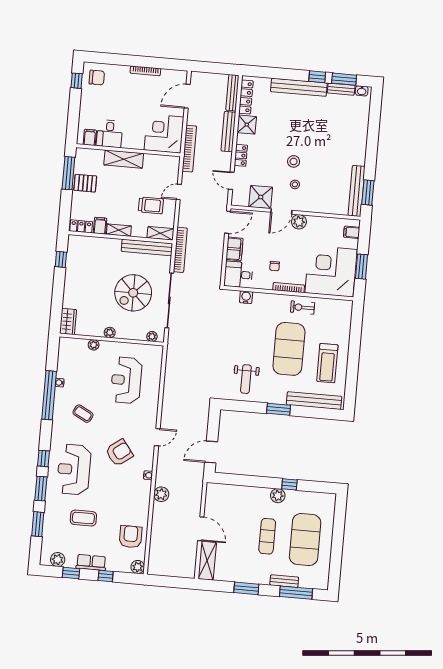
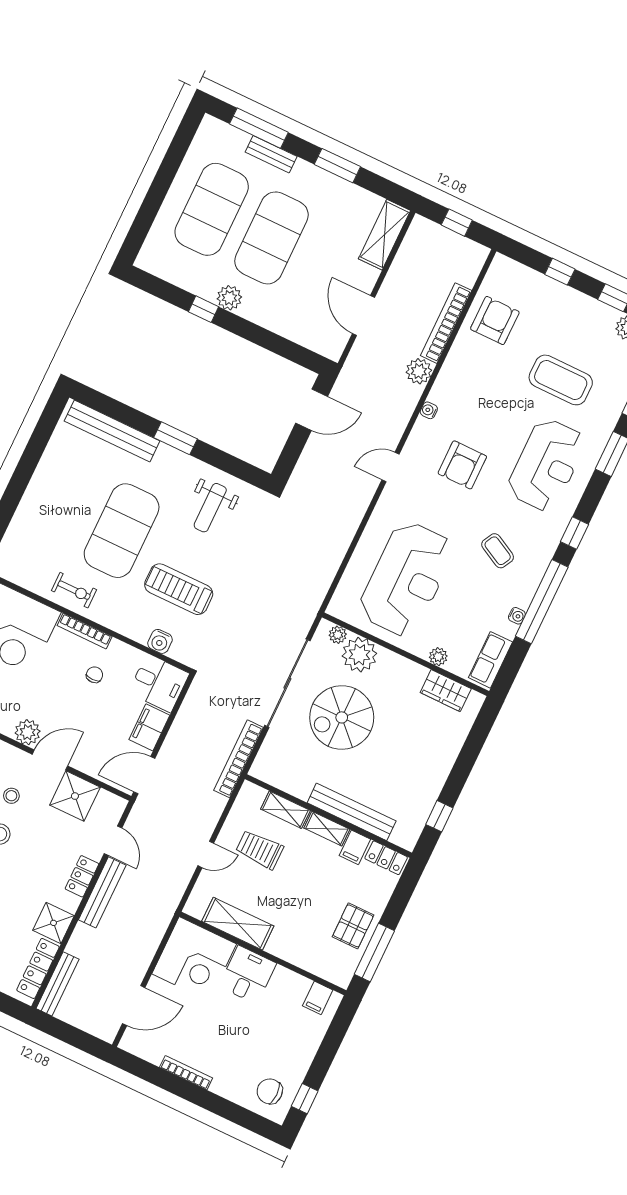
bench: (228, 132) -> (102, 892), moved
desk: (109, 134) -> (248, 975), moved
bookcase: (189, 149) -> (446, 323), moved
shelving: (124, 159) -> (238, 924), moved
pallet: (85, 183) -> (353, 926), turned 90
shelving: (160, 233) -> (285, 810), moved
bench: (147, 247) -> (352, 812), moved
spiral stairs: (133, 293) -> (342, 717), turned 180
wardrobe: (68, 321) -> (446, 691), moved, turned -90
plant: (110, 332) -> (359, 655), moved, width x1.87, depth x1.87
treadmill: (327, 363) -> (179, 589), moved, turned -90
weight bench: (246, 379) -> (210, 508), turned 180
reception desk: (126, 380) -> (406, 579), width x1.36, depth x1.30
armchair: (119, 453) -> (462, 465), turned -53
window: (44, 458) -> (574, 533), moved
coffee table: (83, 518) -> (561, 380), width x1.36, depth x1.32
door: (201, 529) -> (364, 316), moved
exercise mat: (267, 536) -> (271, 238), width x2.00, depth x1.45
armchair: (131, 537) -> (495, 320), turned 180
row of seats: (91, 563) -> (490, 660), moved, turned 90
plant: (138, 567) -> (502, 267), removed
window: (171, 582) -> (457, 223), added

